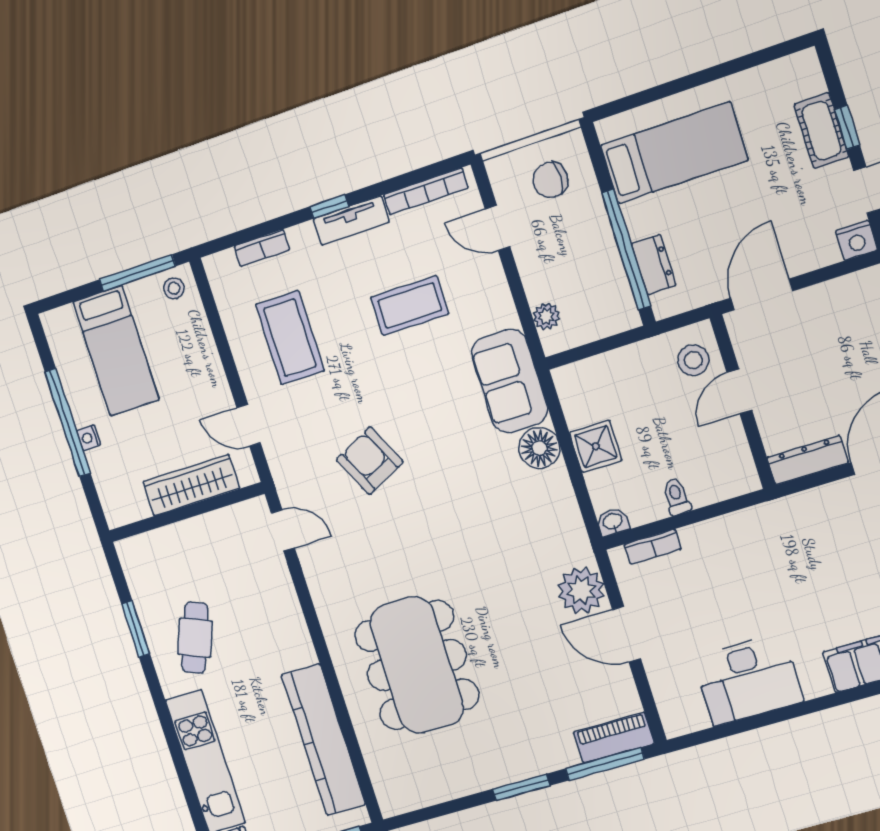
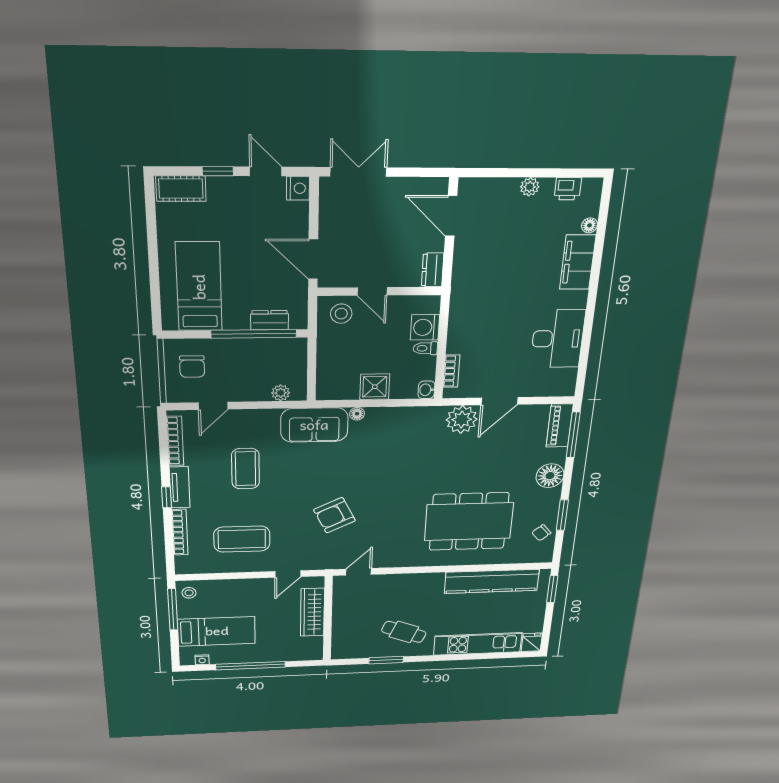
cot: (821, 131) -> (181, 189), moved
bookcase: (262, 248) -> (180, 532), width x1.56
nightstand: (89, 438) -> (202, 660), moved
floor lamp: (539, 448) -> (357, 414), width x0.53, depth x0.53
dresser: (808, 460) -> (433, 270), width x0.70
washing machine: (708, 484) -> (425, 327), added
floor lamp: (528, 757) -> (550, 476), added
chair: (429, 782) -> (541, 533), added
window: (521, 787) -> (562, 515), moved

